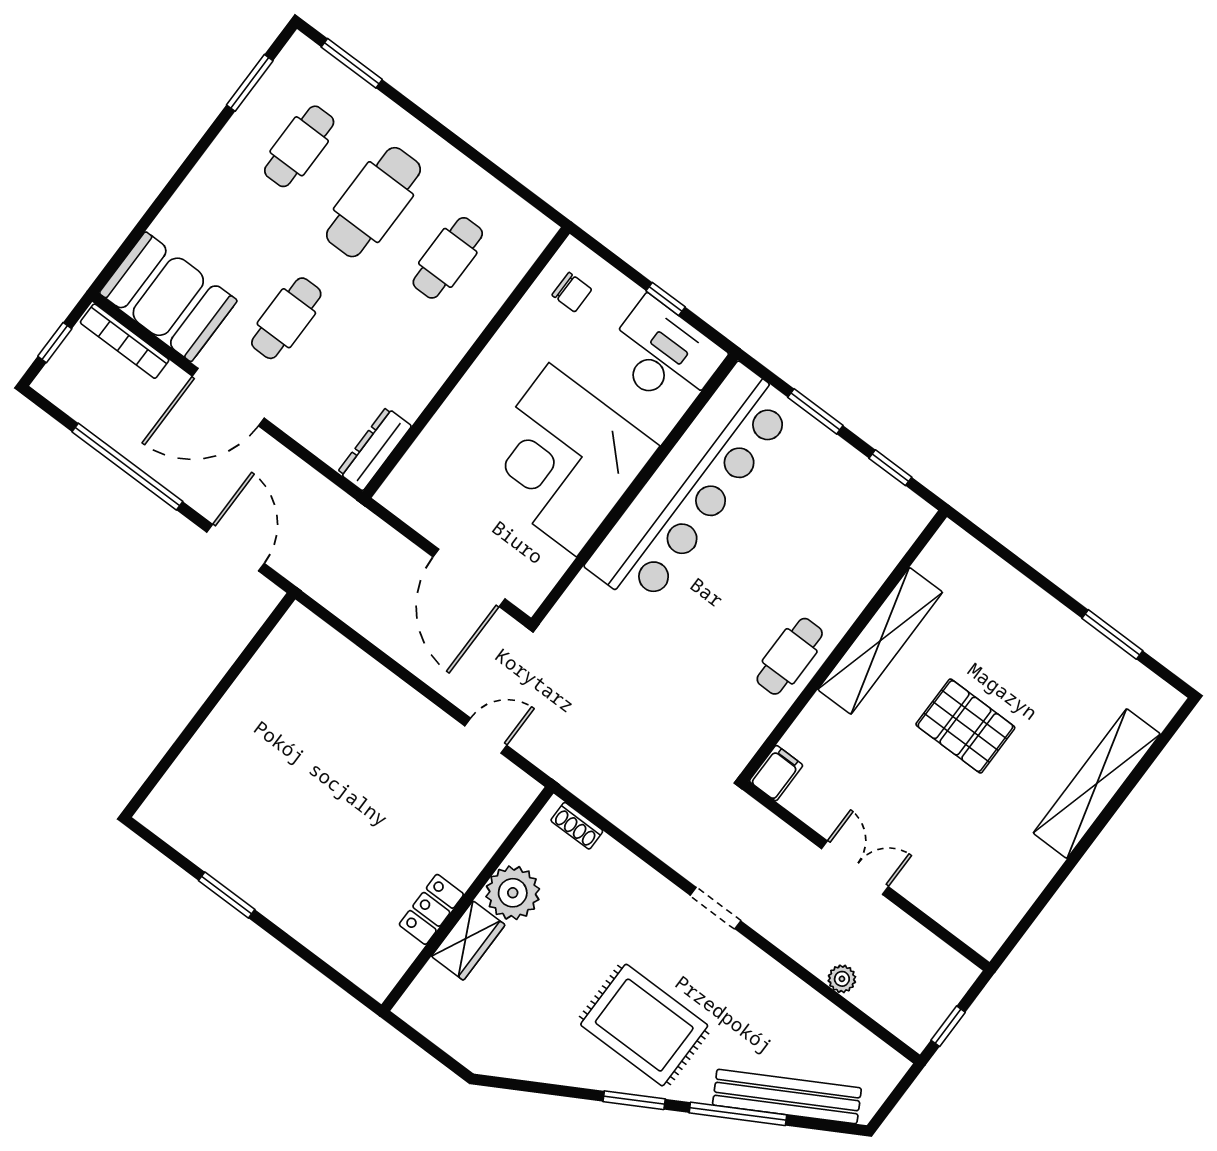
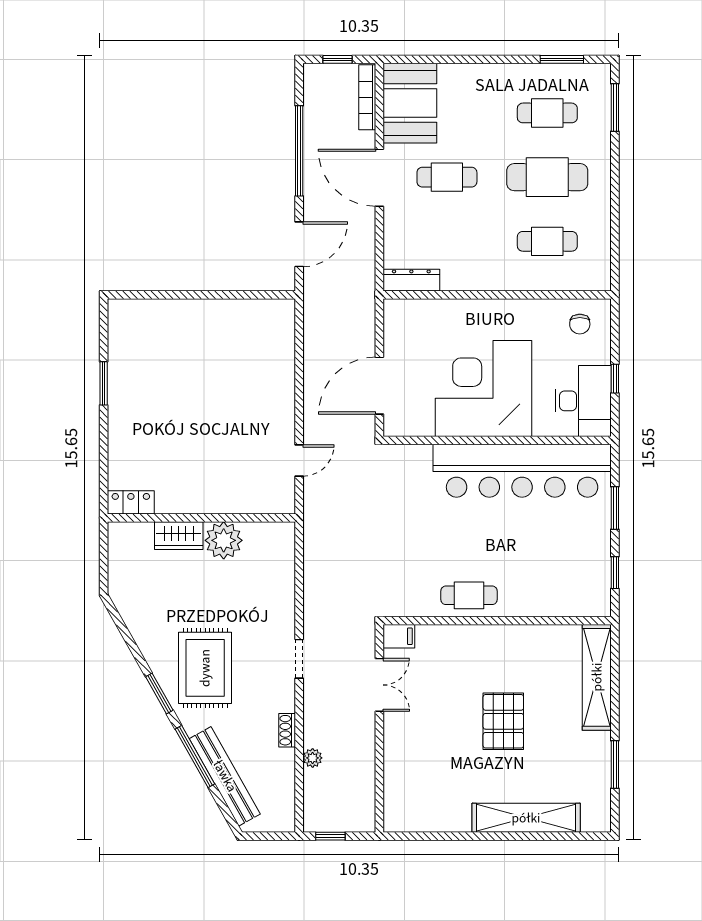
shelving: (880, 641) -> (597, 677), moved, turned 90
door: (486, 736) -> (299, 460), hinge flipped
shoe rack: (577, 826) -> (287, 730), moved
double door: (855, 868) -> (379, 685), moved
locker: (431, 909) -> (131, 502), moved

